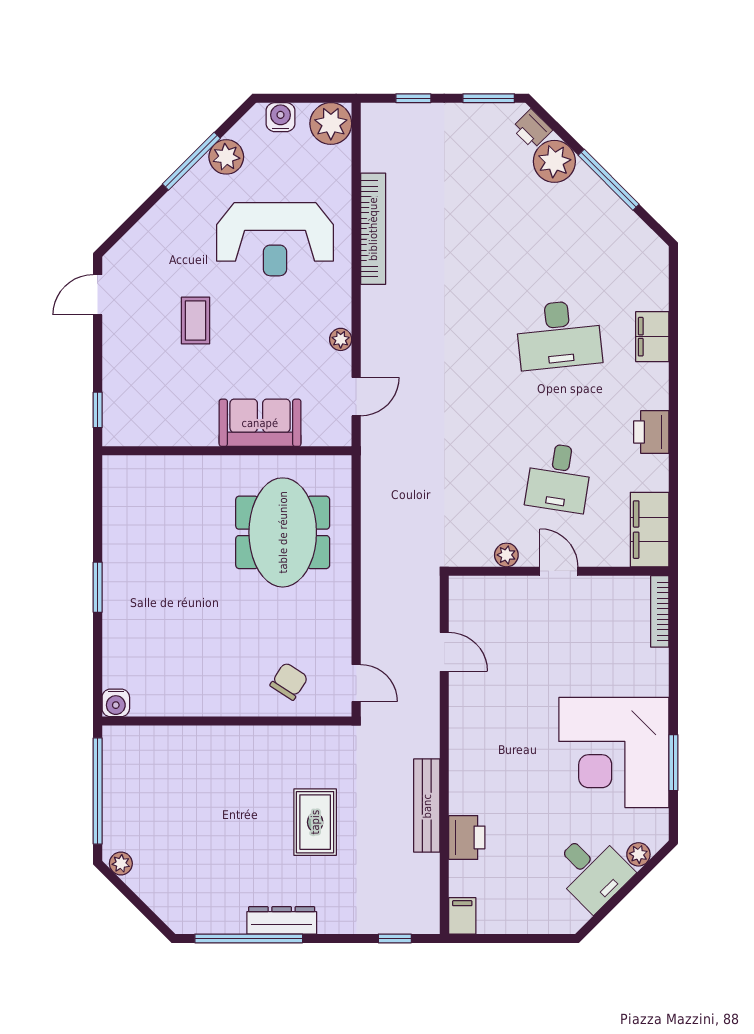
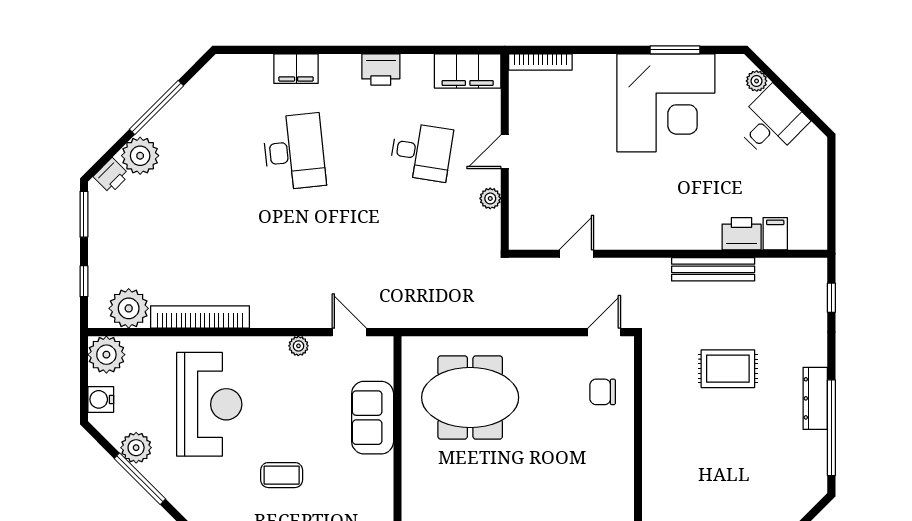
plant: (383, 149) -> (129, 308), added
chair: (289, 681) -> (603, 392), turned -33
filing cabinet: (462, 916) -> (775, 234), moved, turned 90

